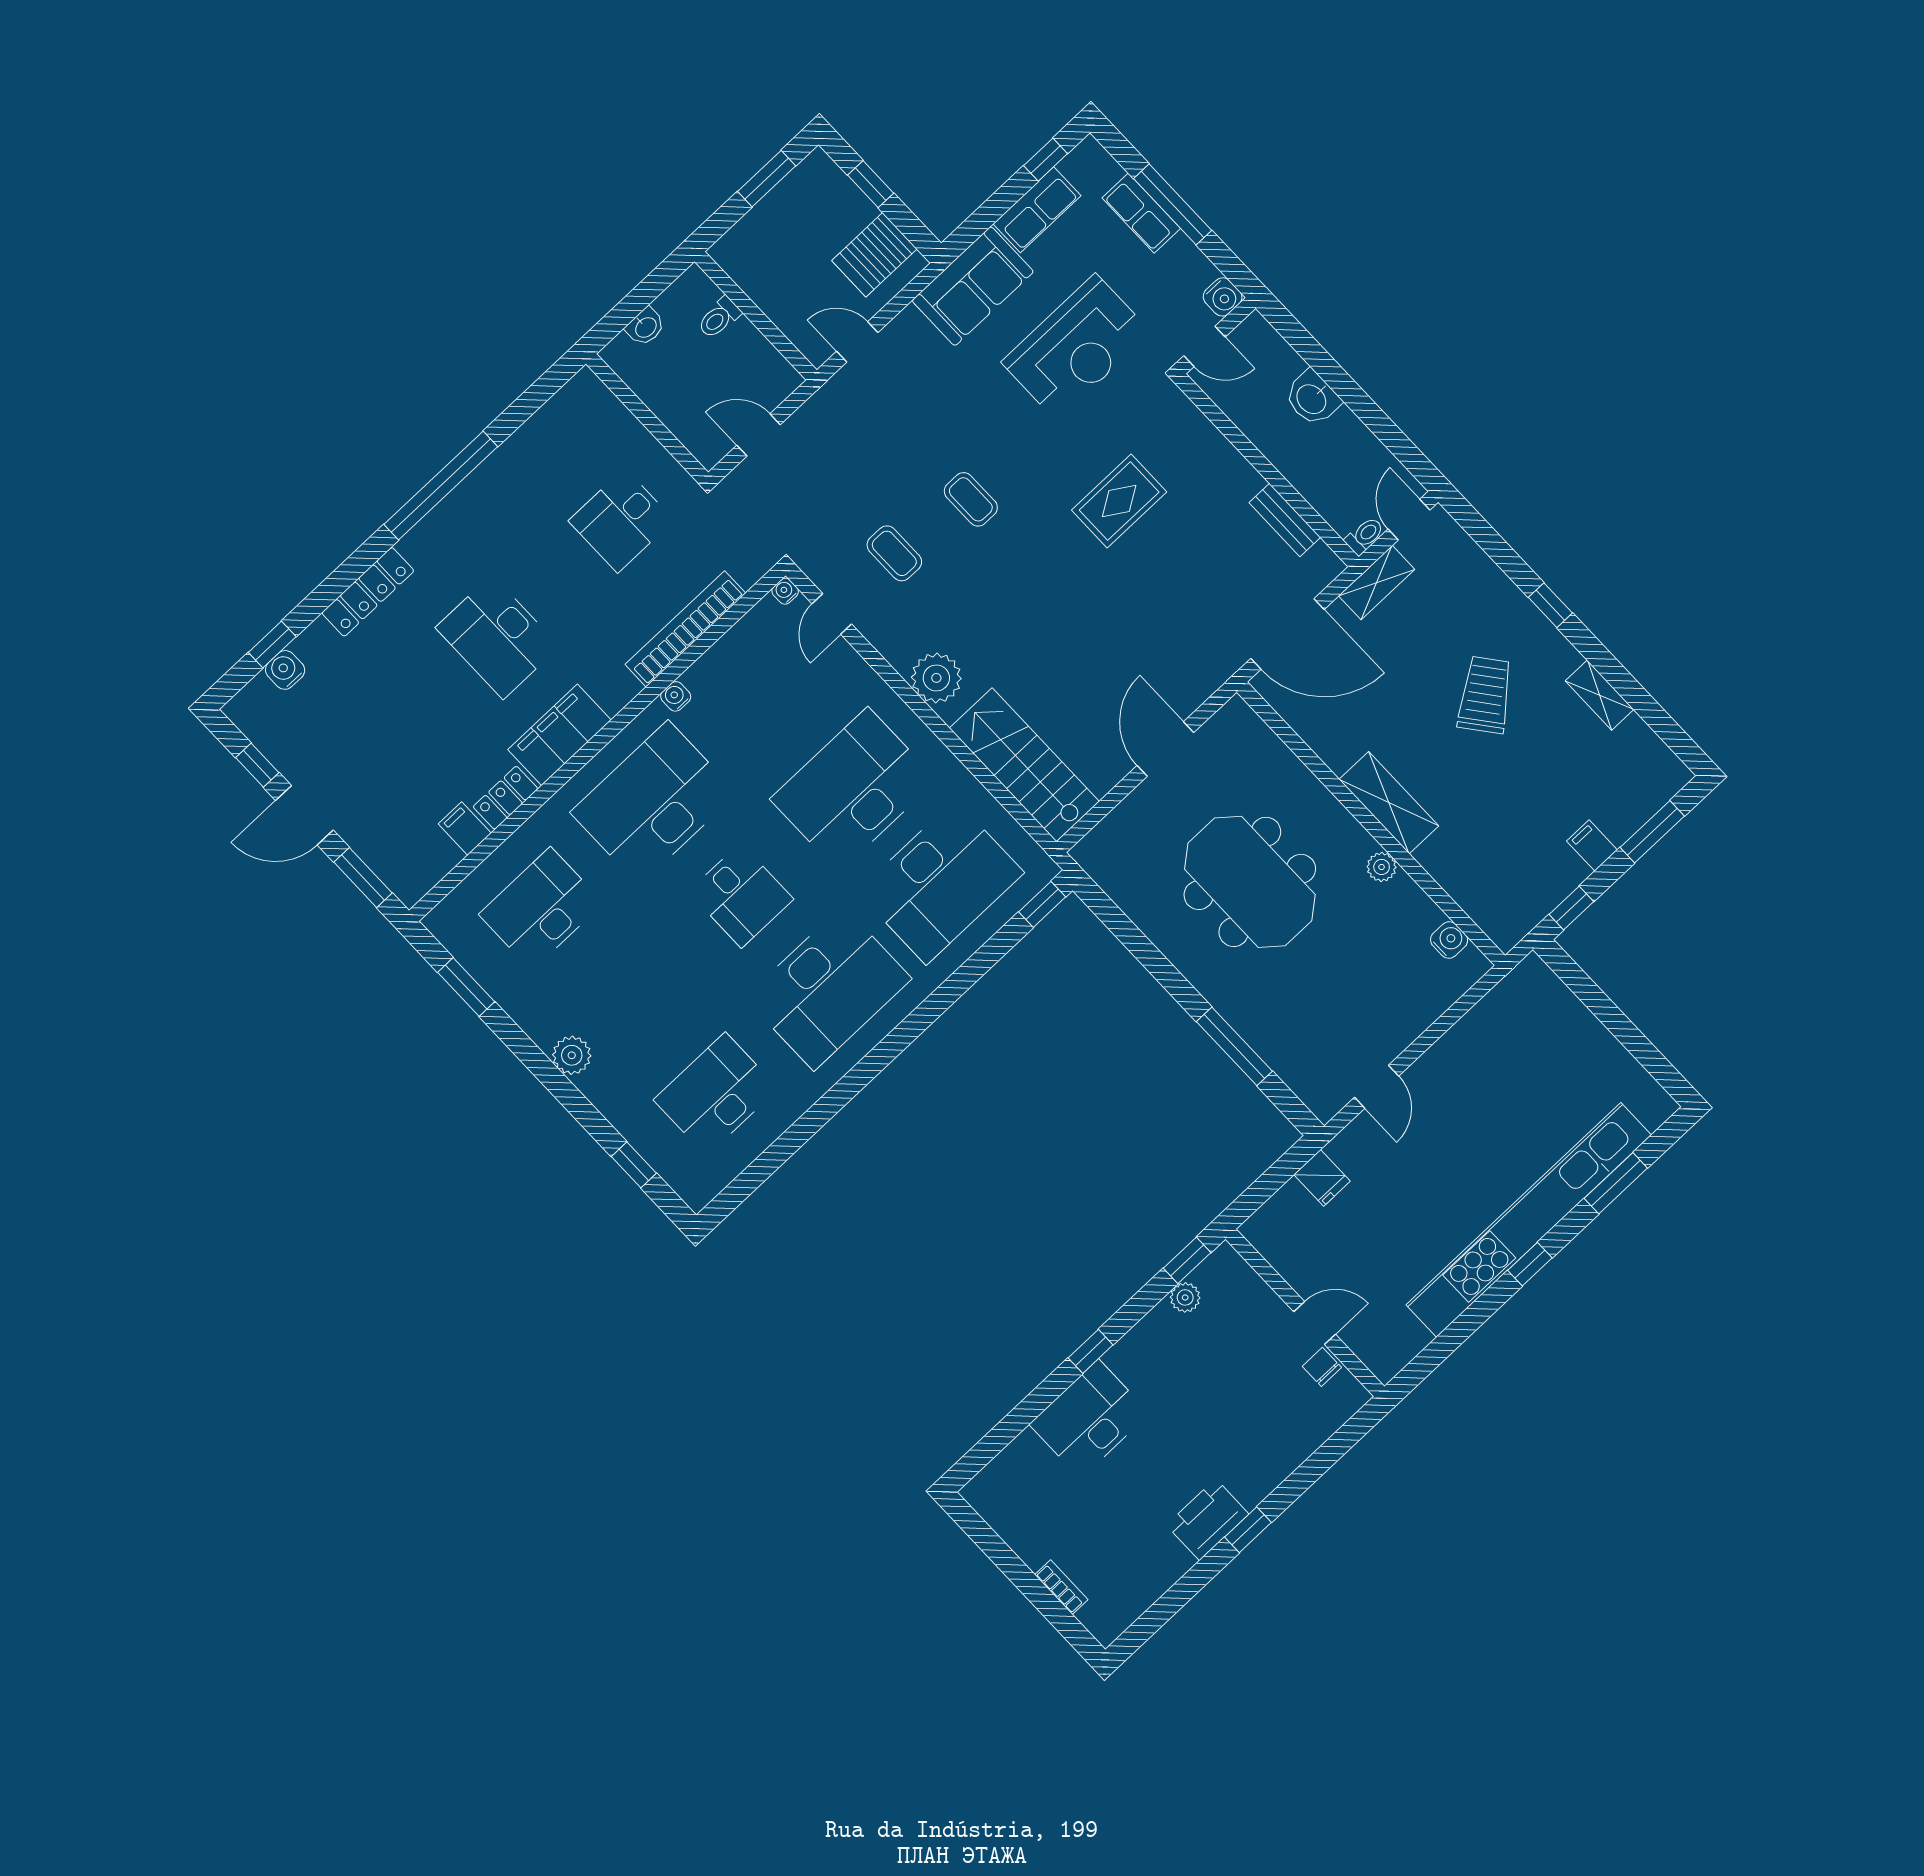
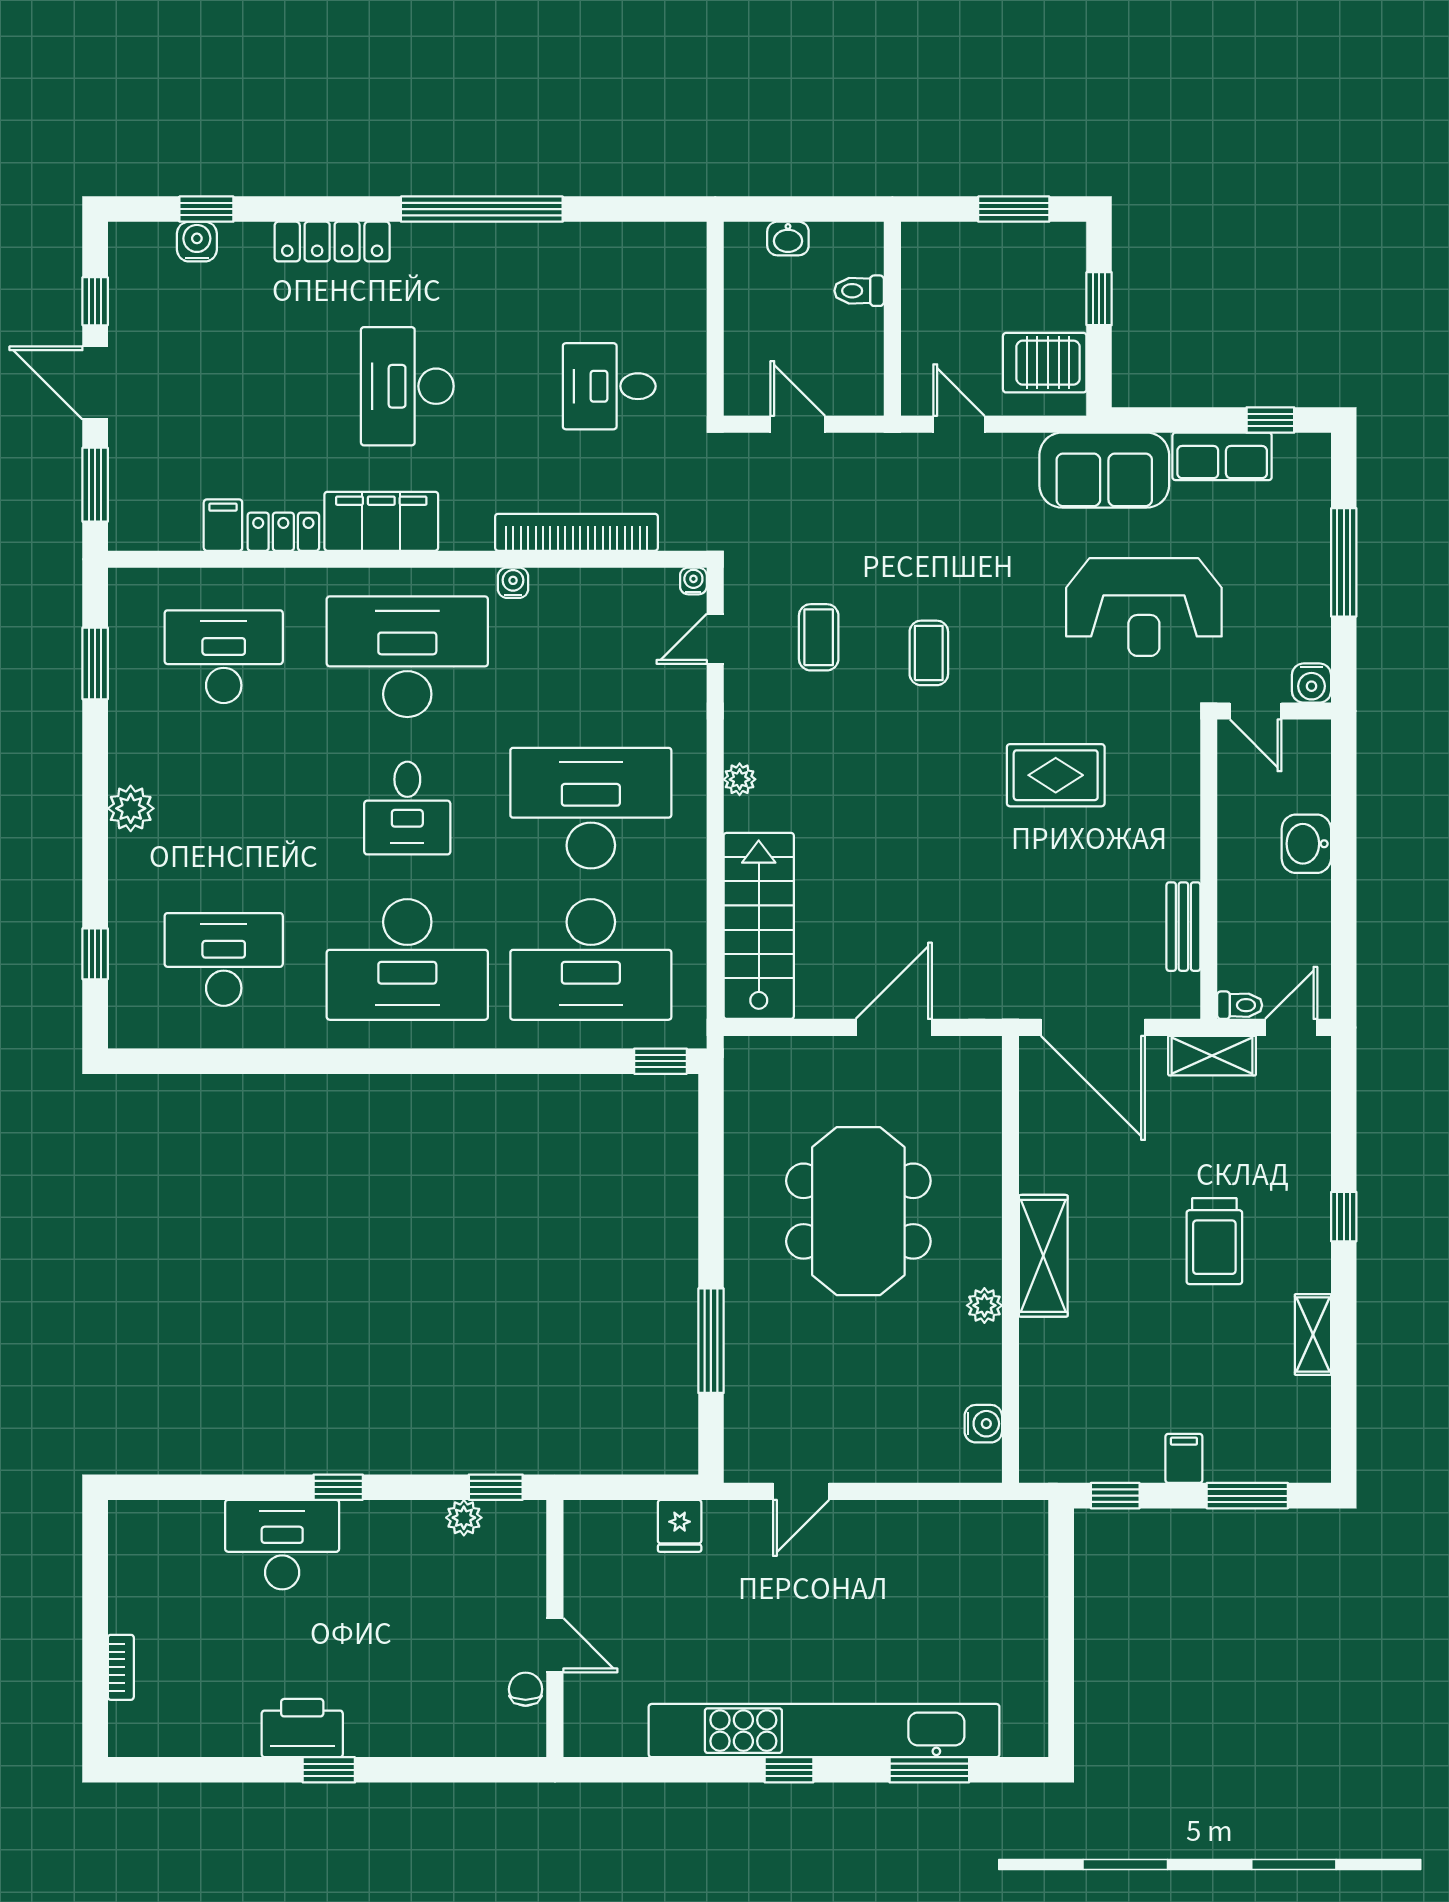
row of seats: (1141, 213) -> (1309, 544), removed
plant: (936, 678) -> (740, 779), width x0.53, depth x0.53
trolley: (1485, 695) -> (1214, 1241), turned 128

